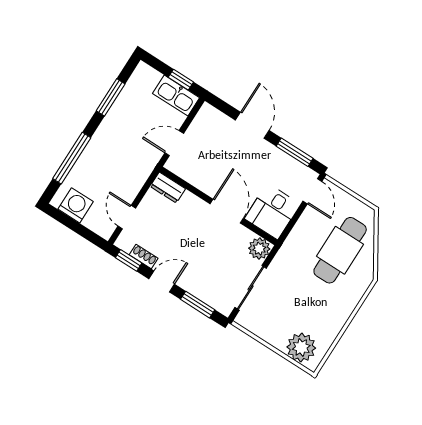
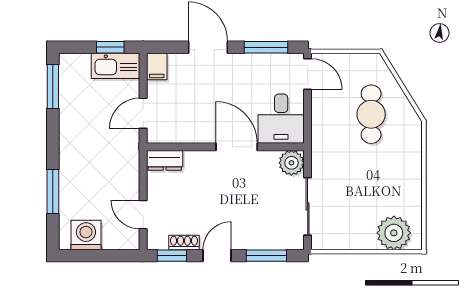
window: (111, 97) -> (53, 86), moved
filing cabinet: (206, 115) -> (157, 66), added
window: (72, 158) -> (53, 191), width x0.69
cafe table: (340, 250) -> (371, 114), width x0.73, depth x0.74

